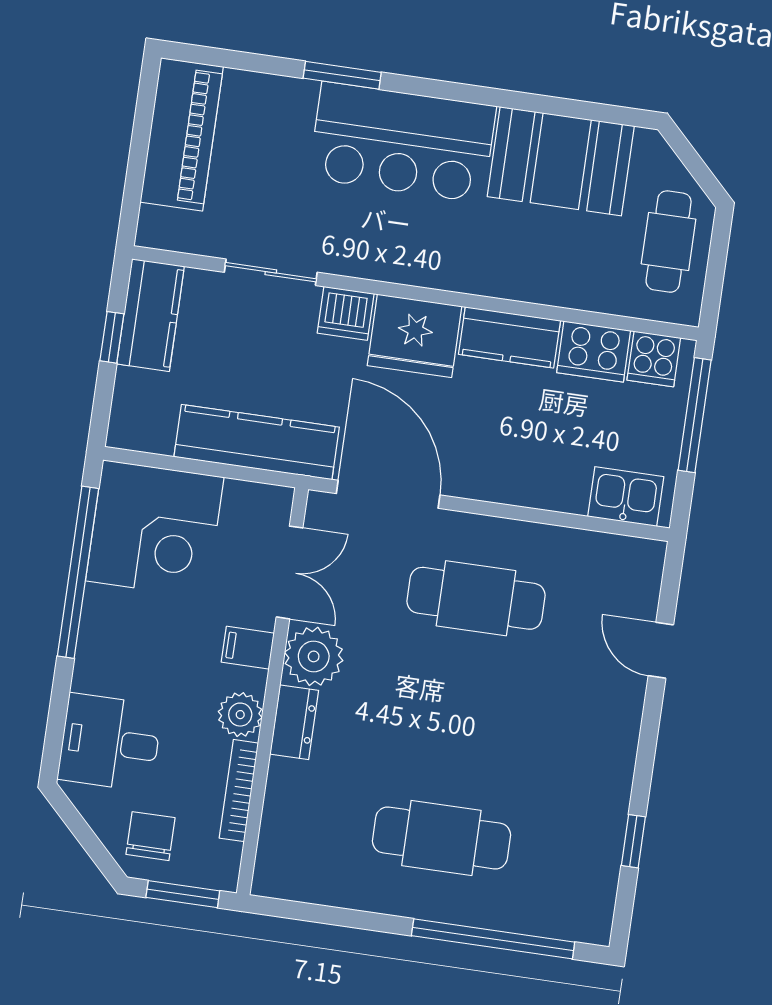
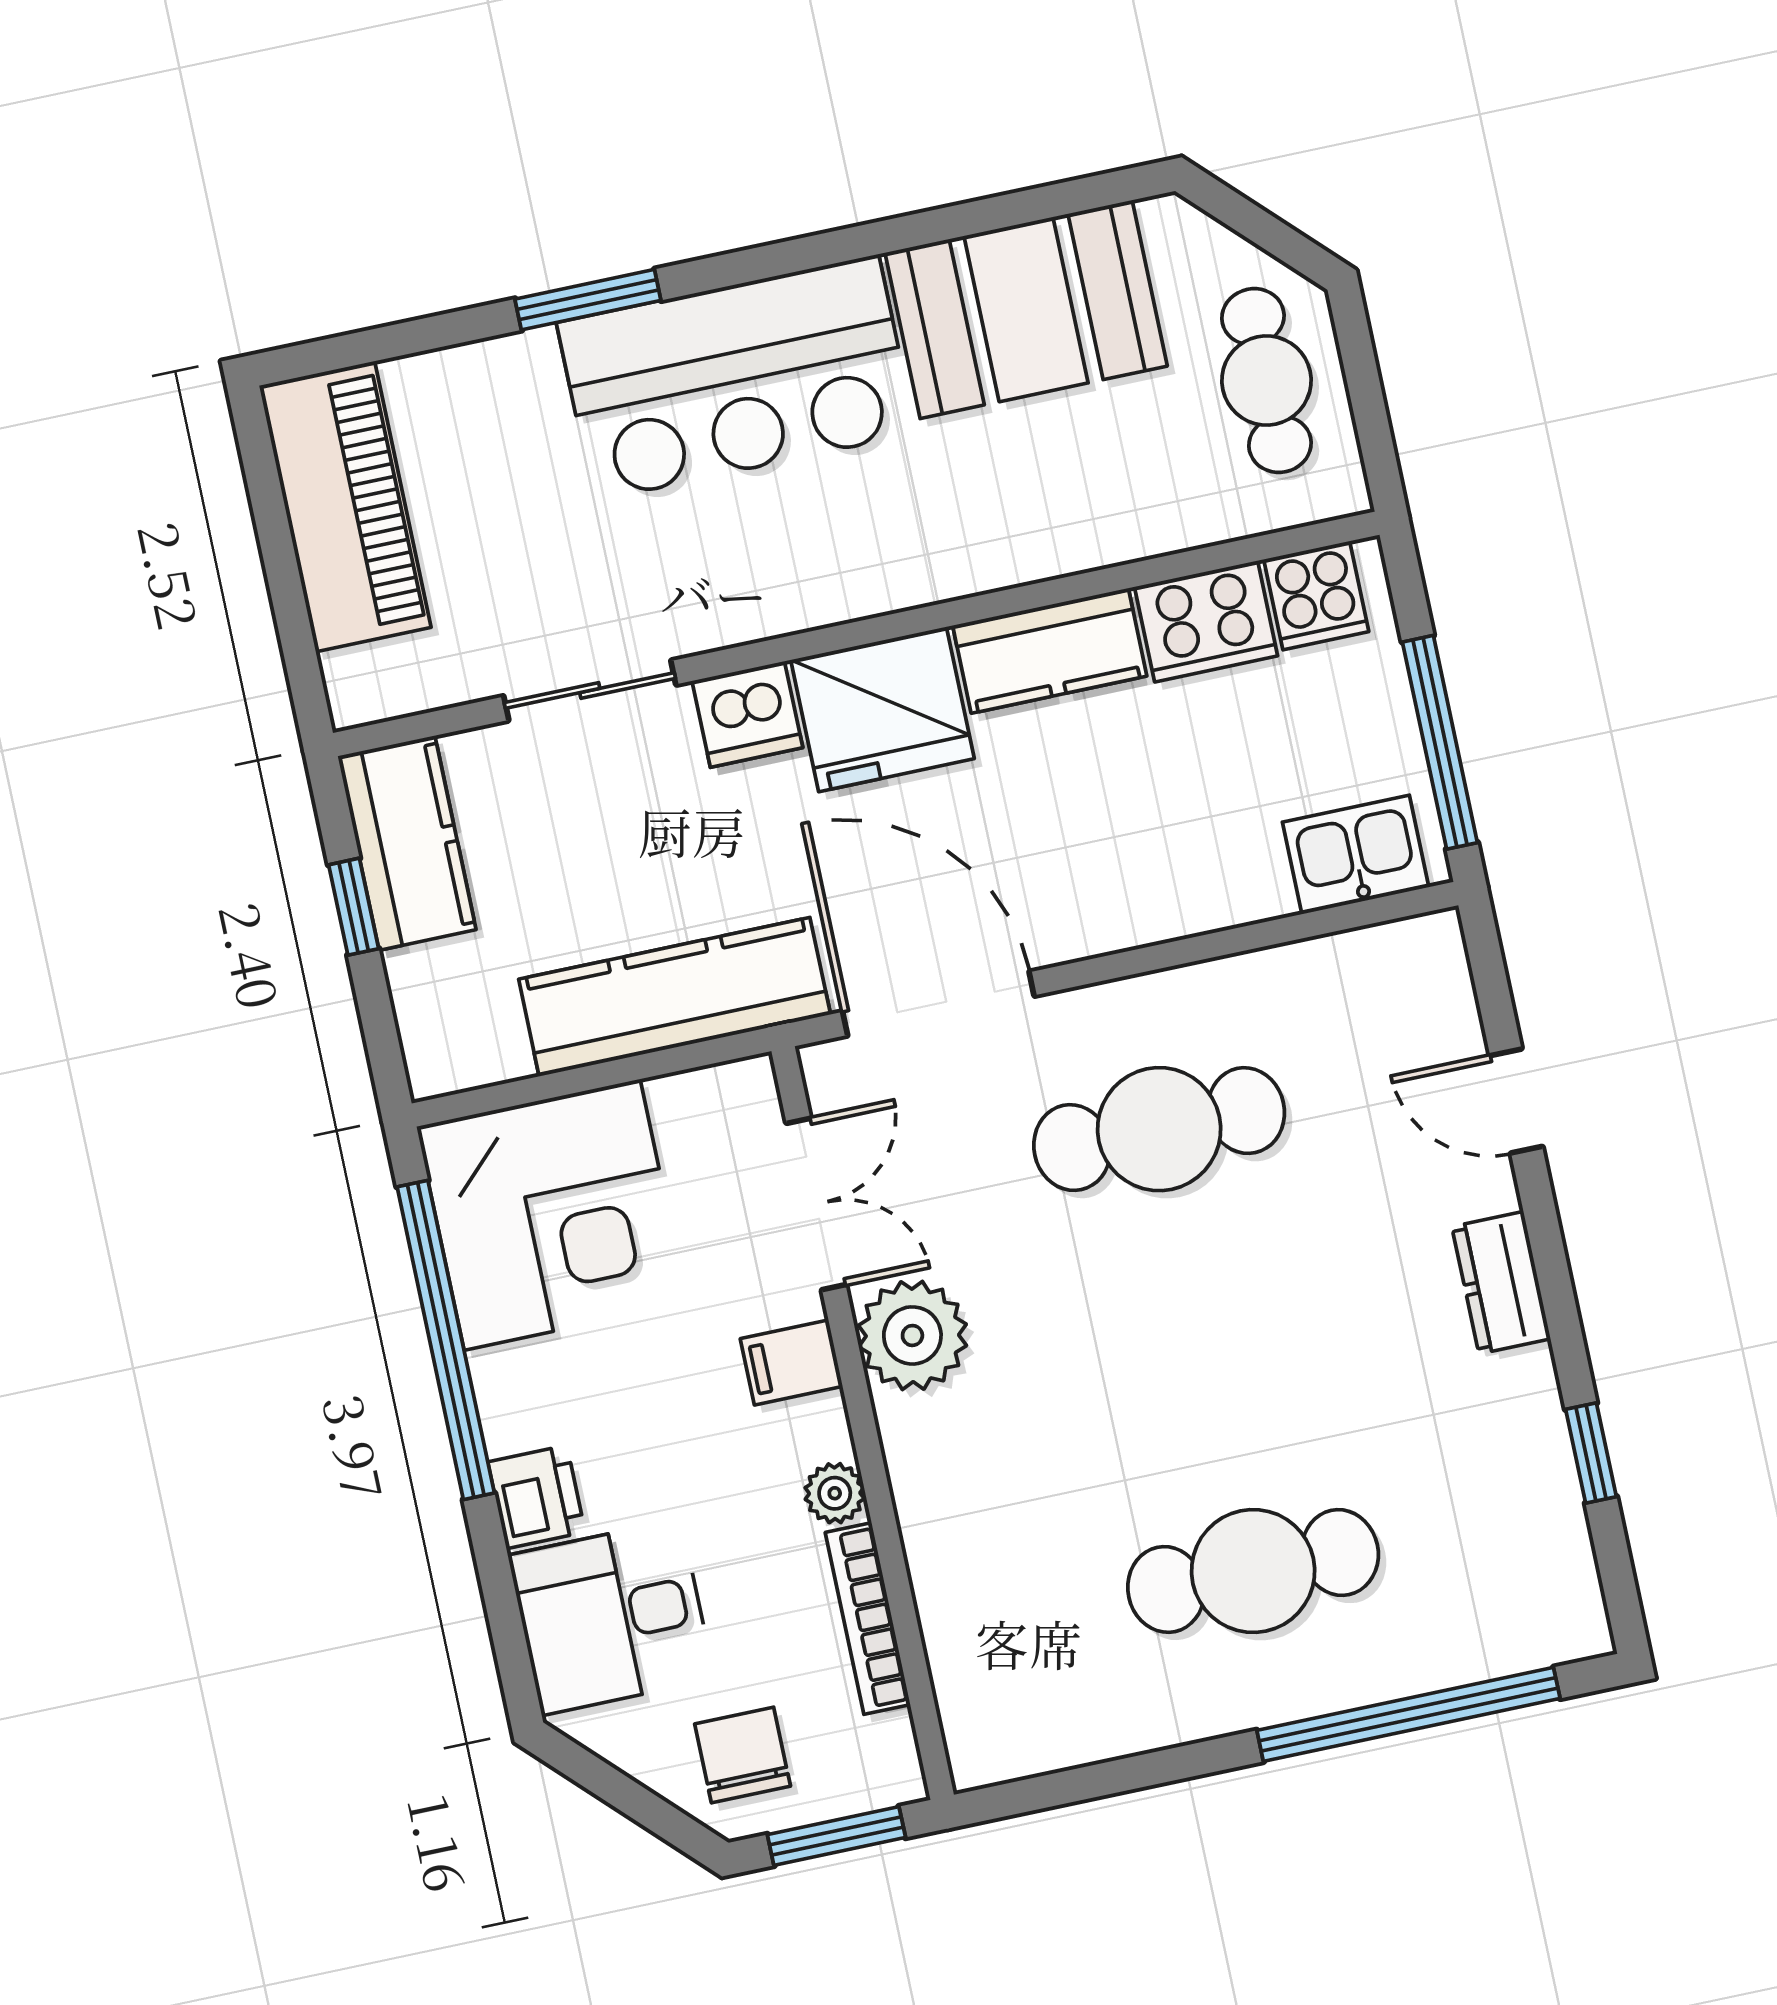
window: (695, 415) -> (1440, 742), moved
printer: (95, 668) -> (537, 1497), added
plant: (240, 715) -> (835, 1493), width x0.73, depth x0.73
dresser: (294, 722) -> (1501, 1283), moved, turned 180

